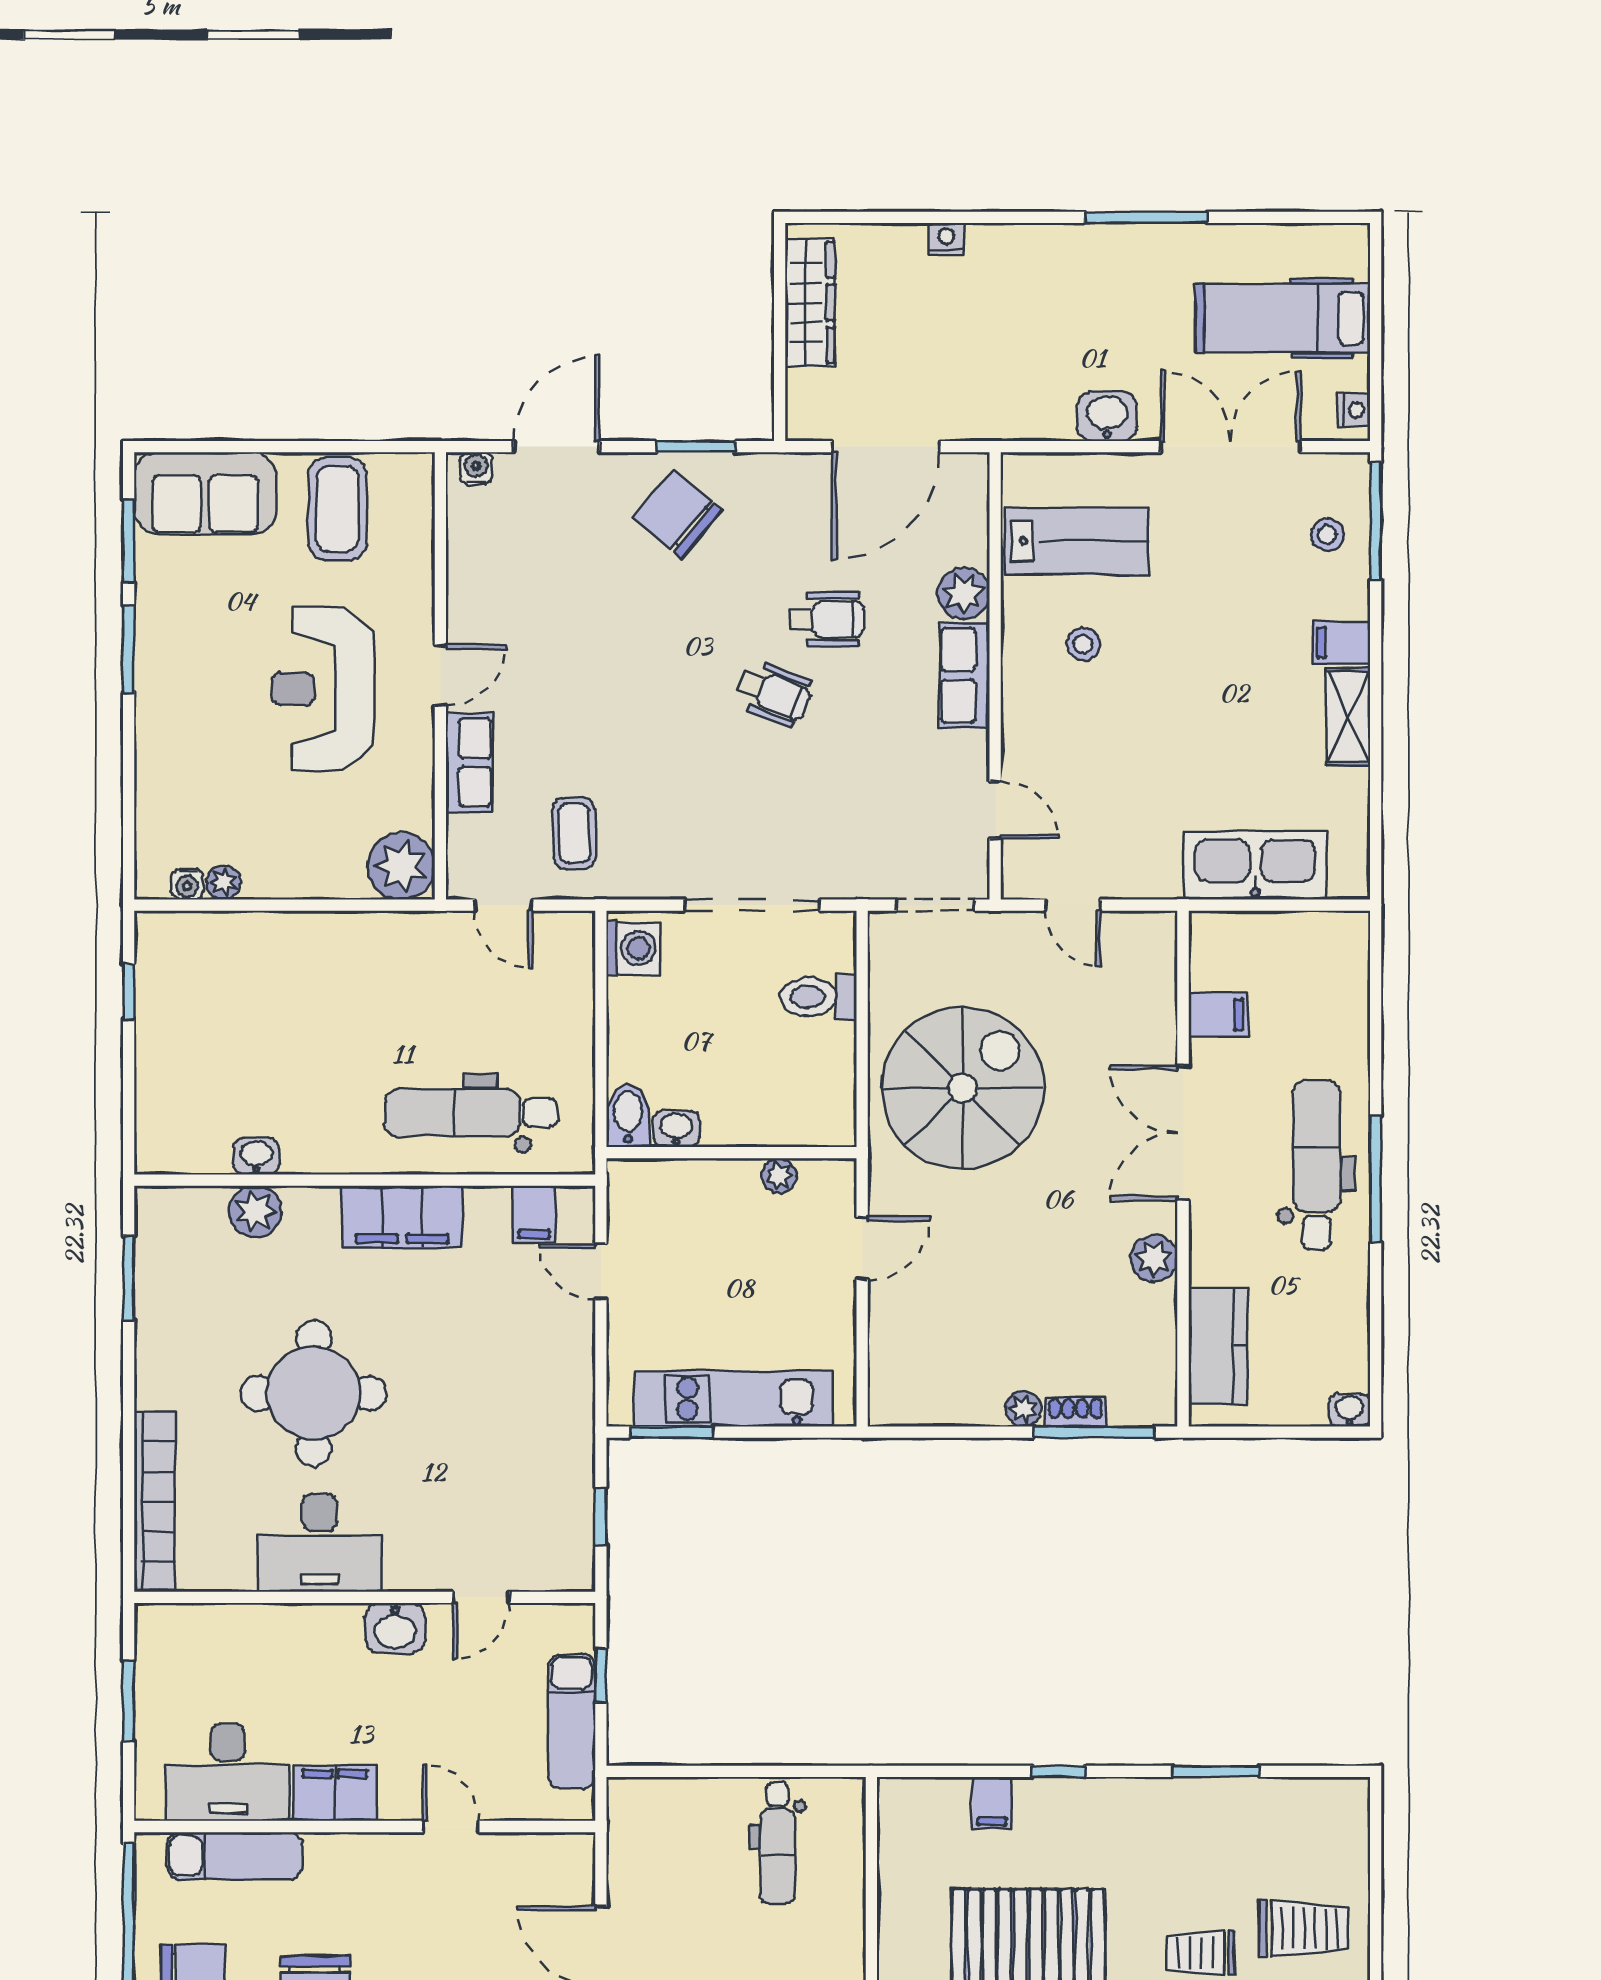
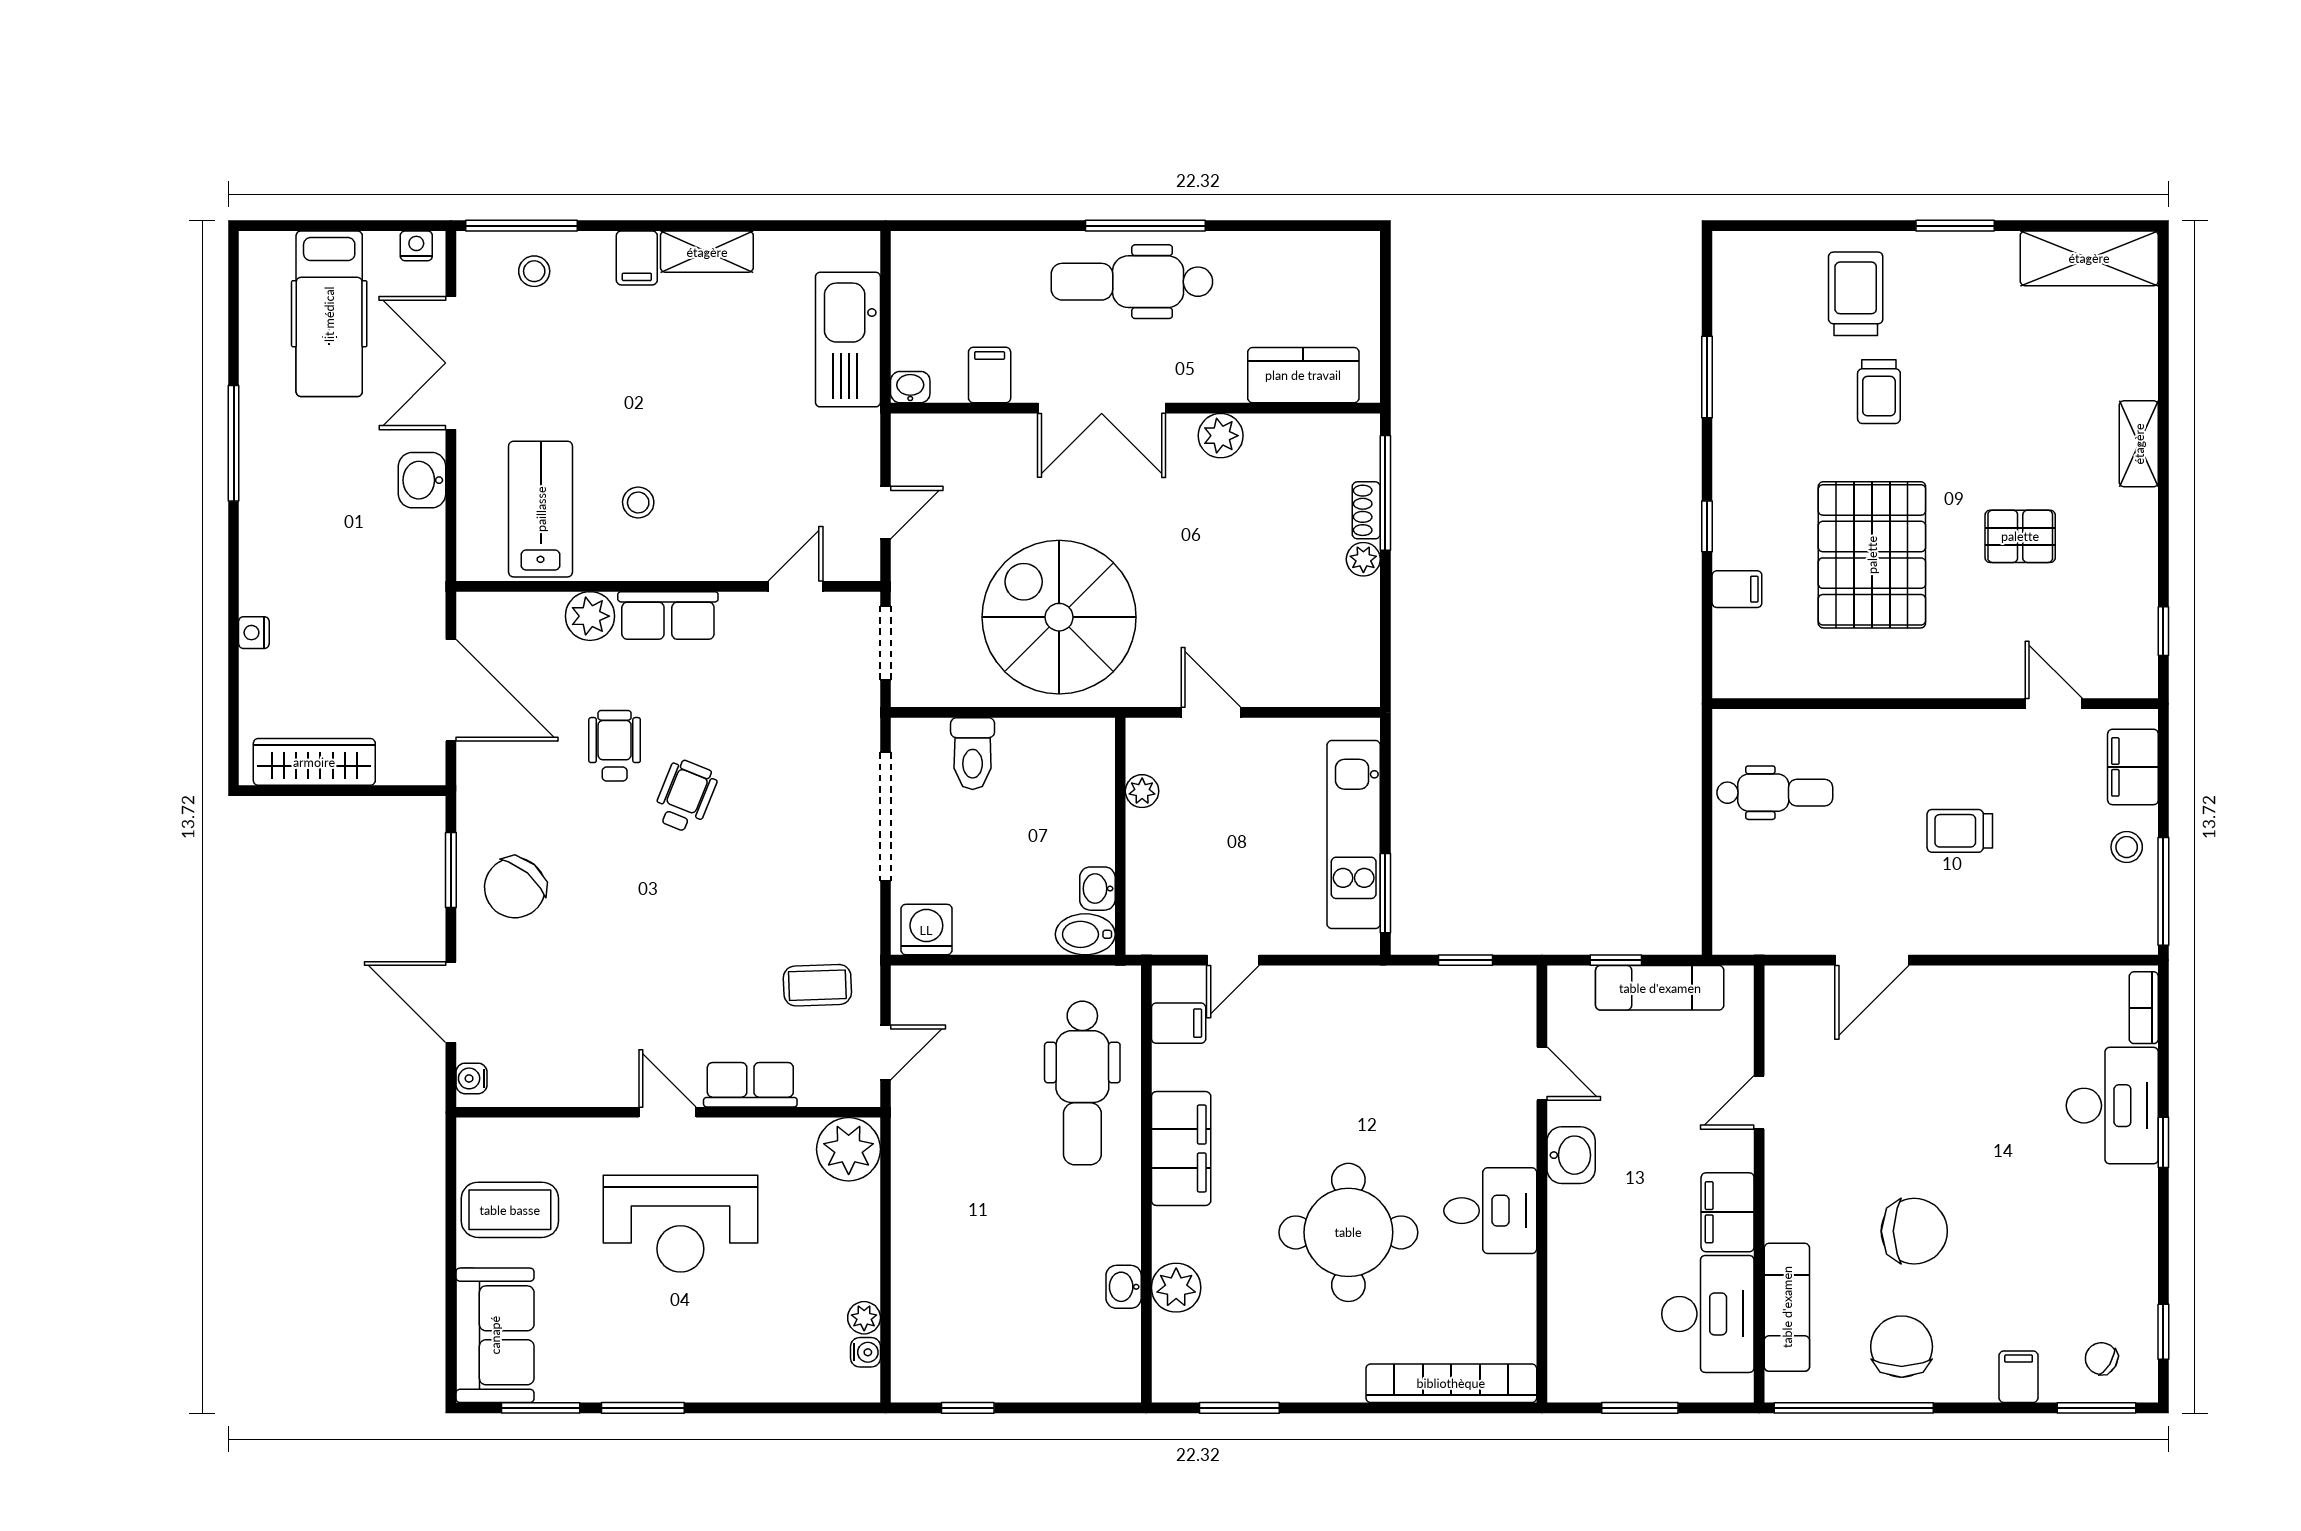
washbasin: (1349, 1410) -> (910, 387), moved, turned 90
desk: (320, 1543) -> (1490, 1211), width x0.73

